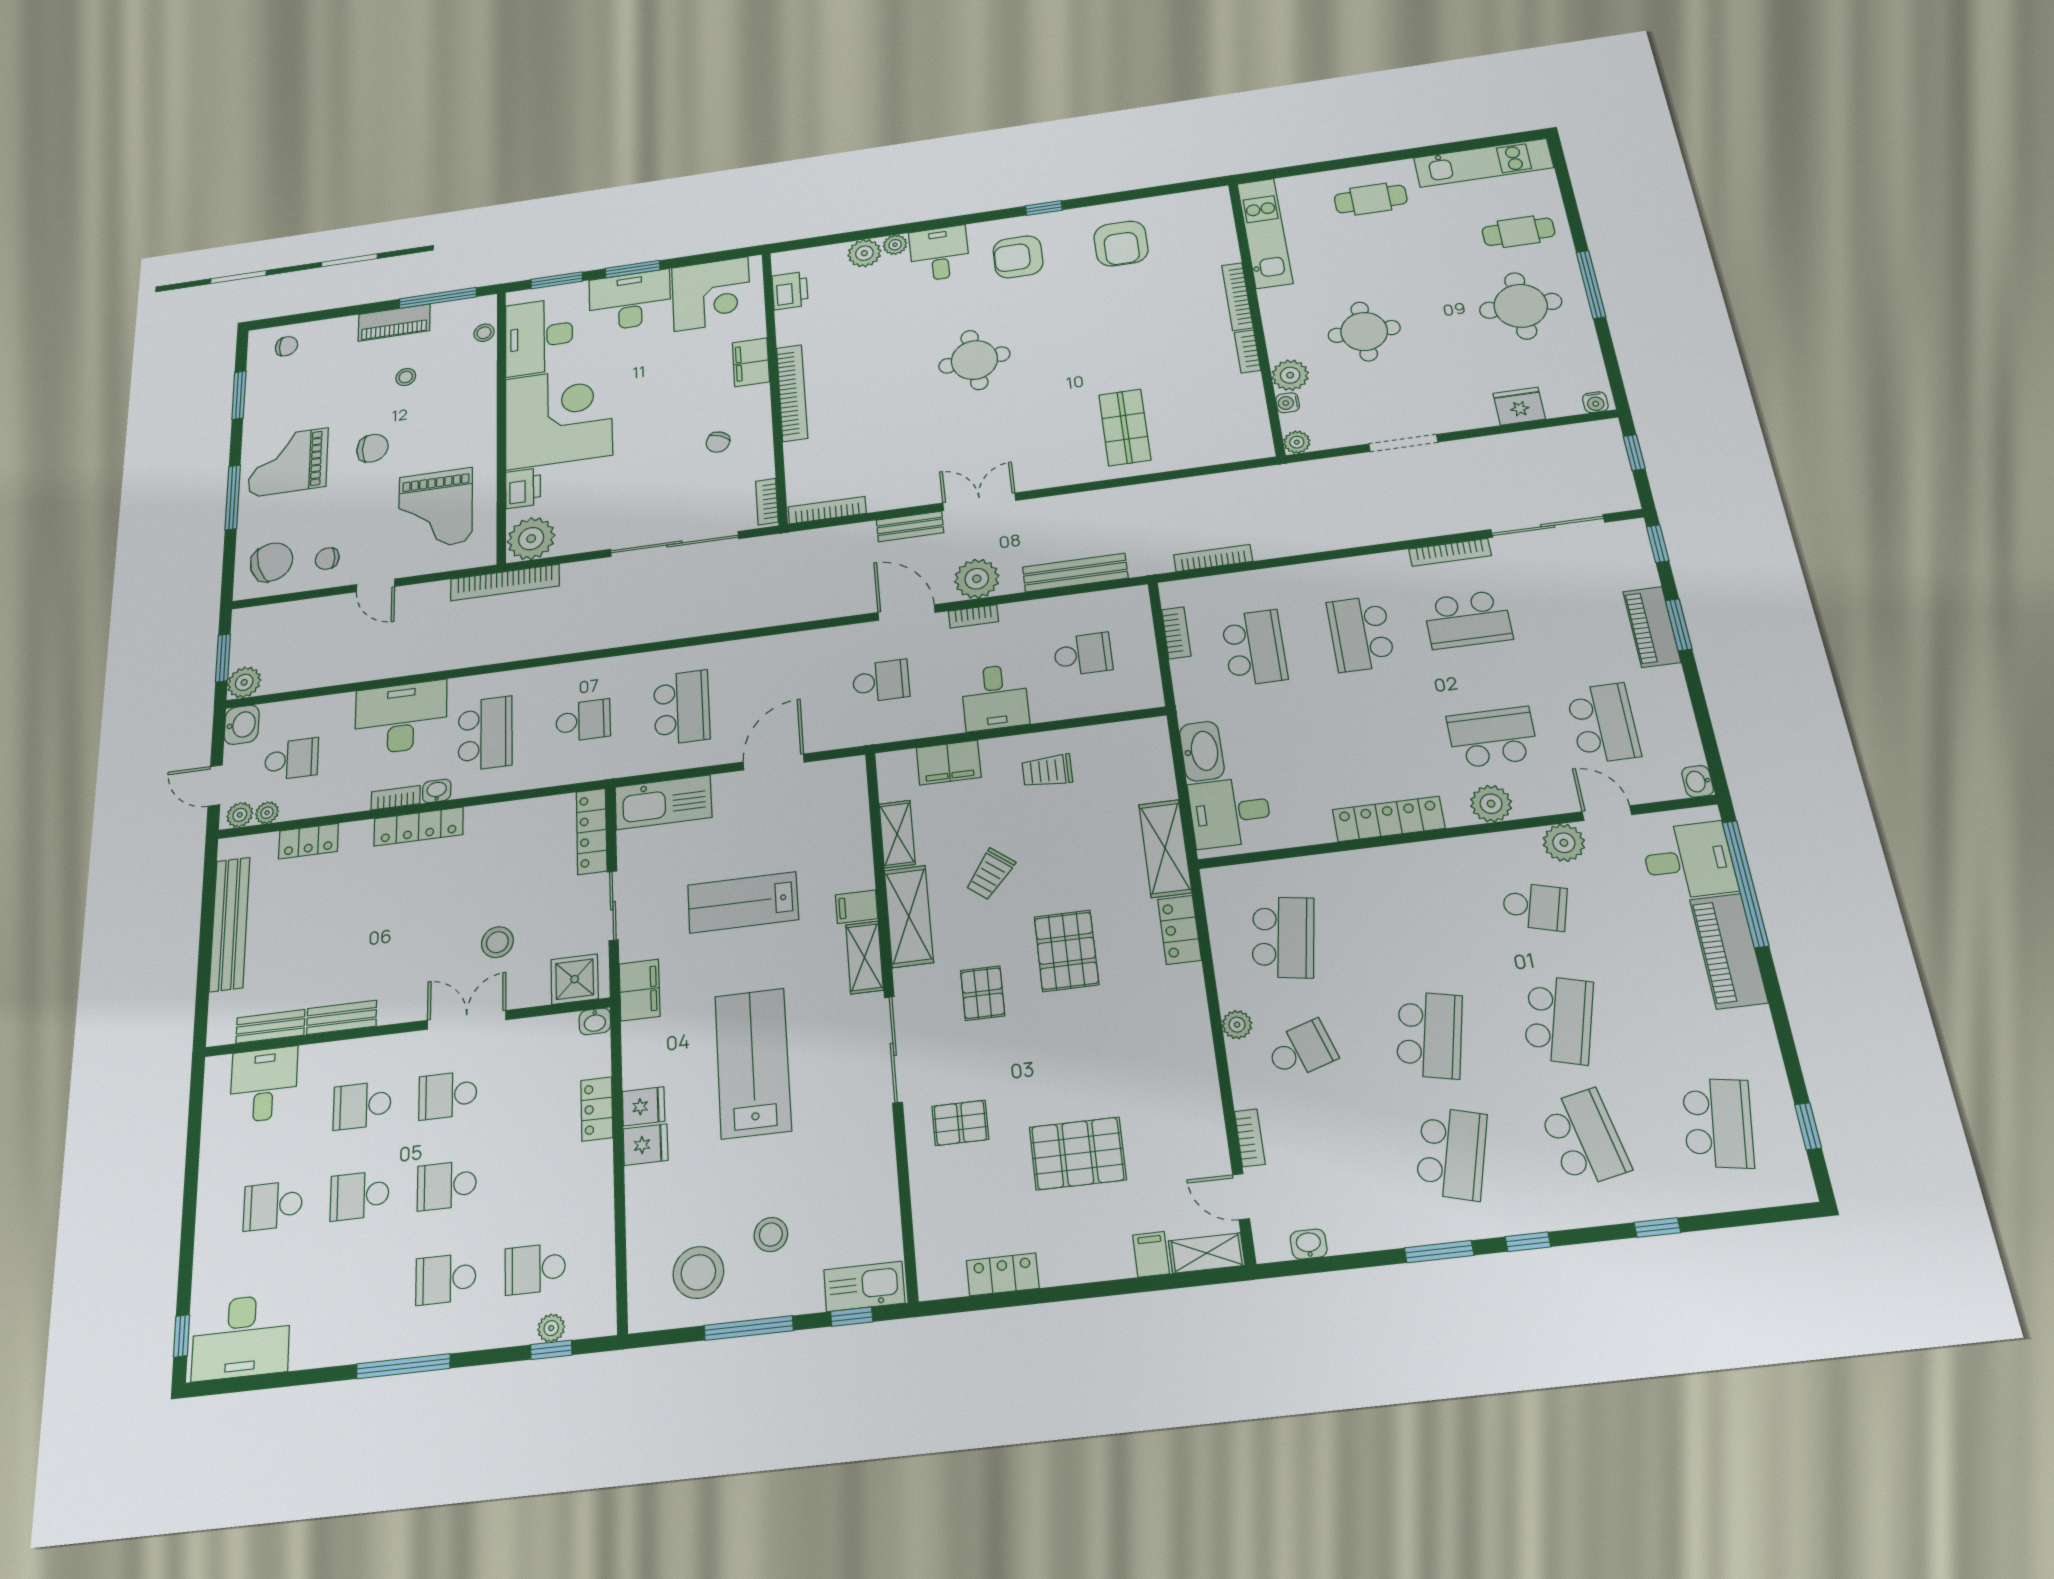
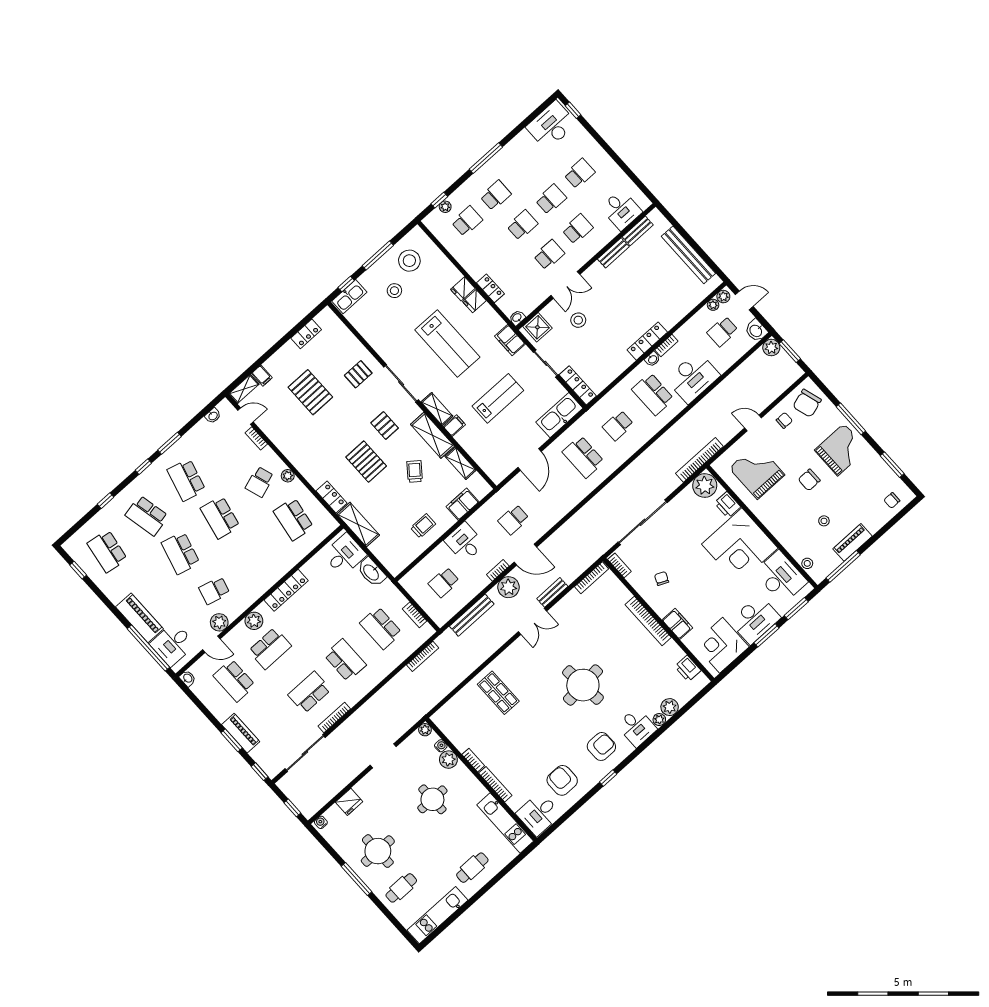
desk: (1198, 217) -> (539, 814), added
round table: (974, 360) -> (583, 685), width x1.36, depth x1.36
locker: (308, 841) -> (686, 306), removed
pallet: (1078, 1153) -> (310, 392), turned 90

